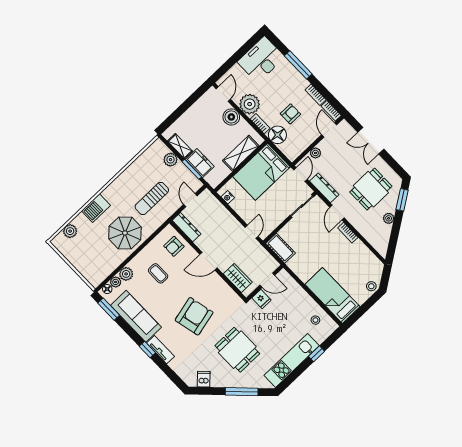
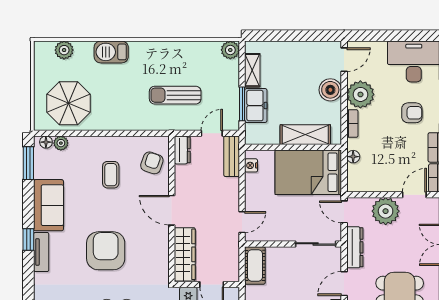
armchair: (290, 114) -> (412, 113), moved
floor lamp: (277, 135) -> (353, 157), width x0.53, depth x0.53
plant: (315, 153) -> (386, 211), width x1.88, depth x1.88
plant: (170, 160) -> (230, 50), moved
door: (301, 175) -> (344, 212), swing flipped
bench: (213, 202) -> (232, 156), added
dresser: (187, 227) -> (182, 150), width x0.70
parasol: (125, 233) -> (69, 103), moved
armchair: (174, 246) -> (152, 163), turned 109
plant: (126, 274) -> (79, 145), removed
wardrobe: (238, 278) -> (185, 254), width x1.50
sofa: (136, 316) -> (49, 205), width x0.73
armchair: (194, 316) -> (106, 251), turned -77

